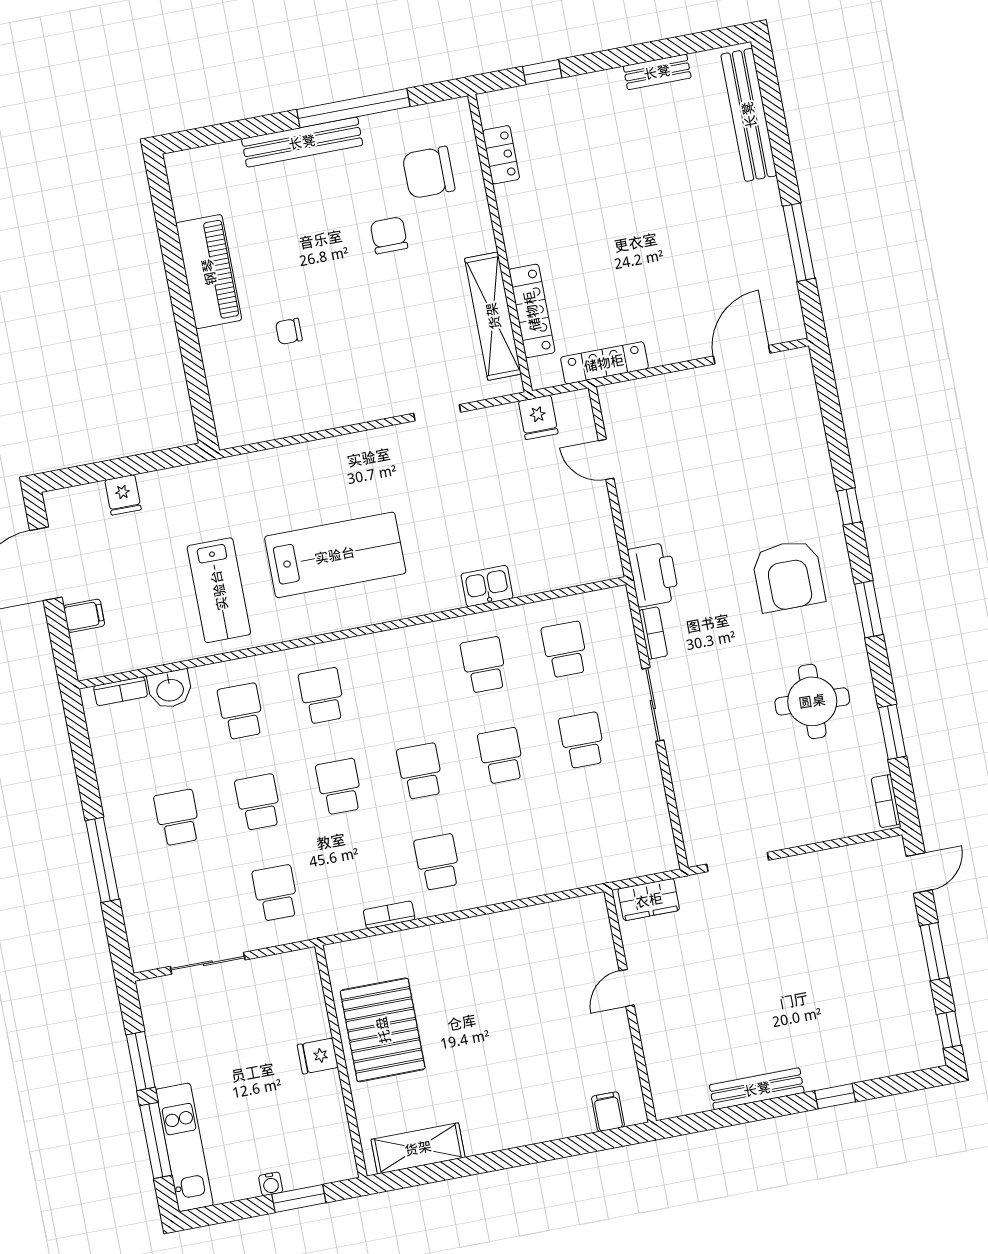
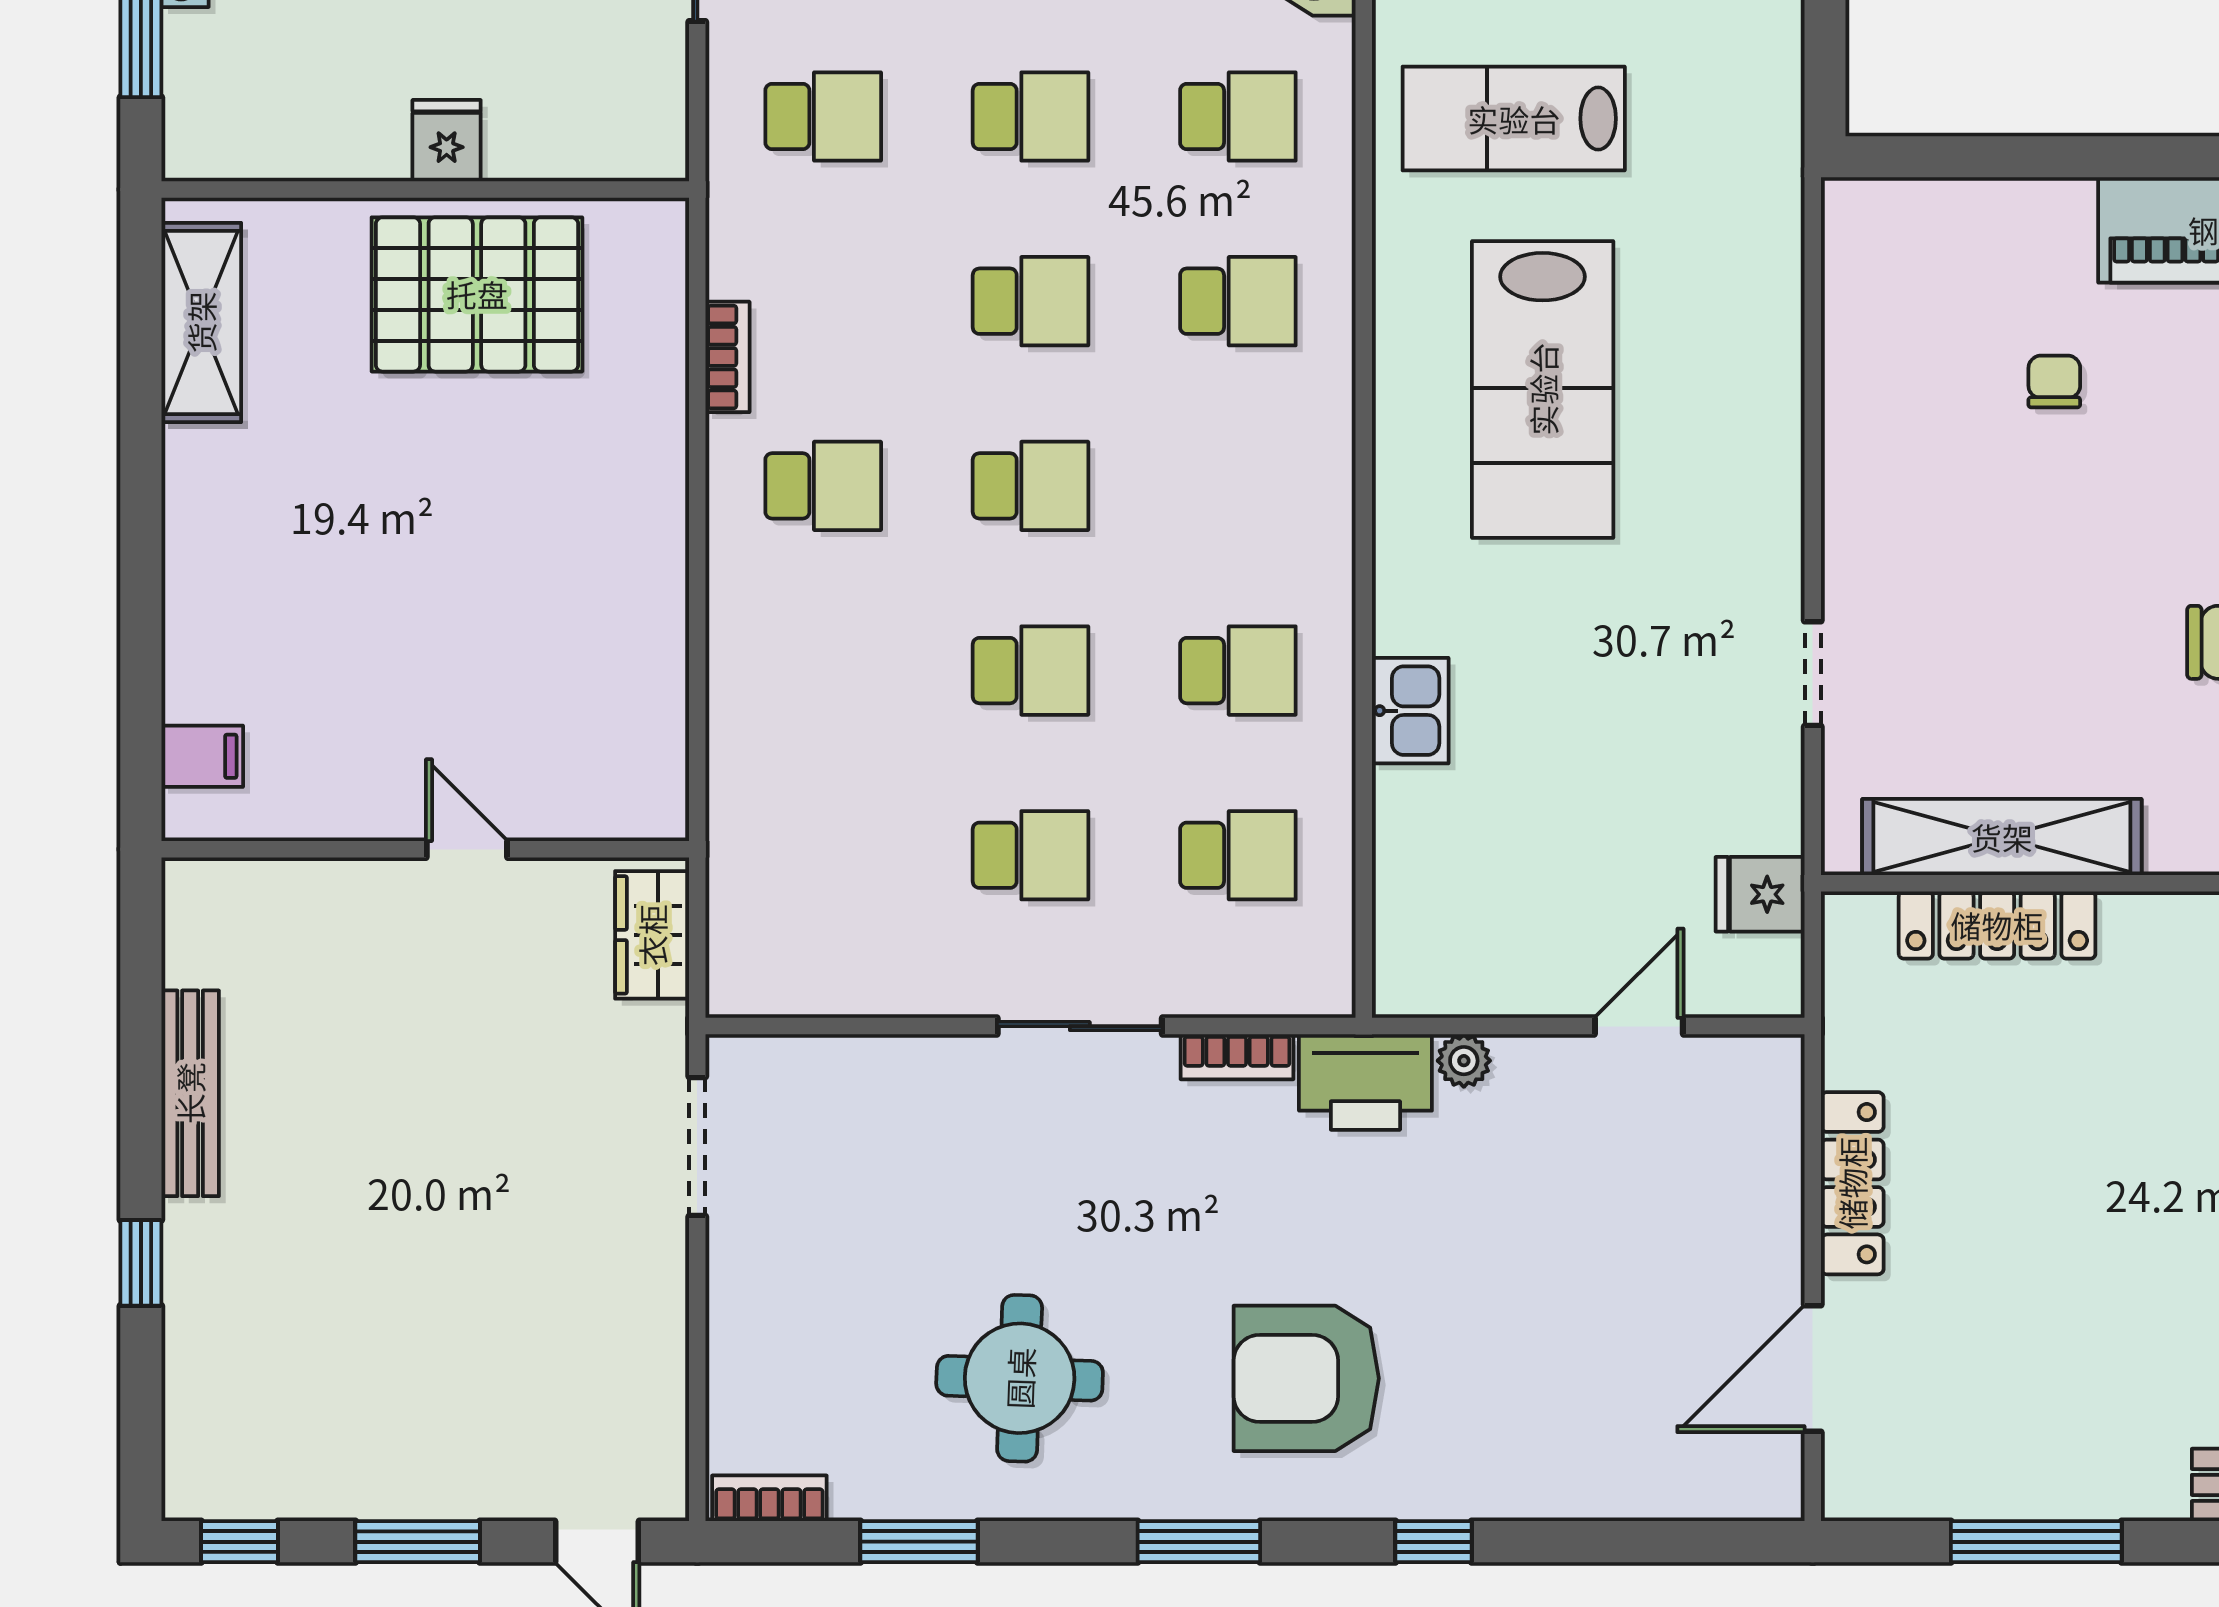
door: (742, 355) -> (1813, 1369), swing flipped
locker: (604, 363) -> (1852, 1183), moved
plant: (636, 533) -> (1464, 1061), added

